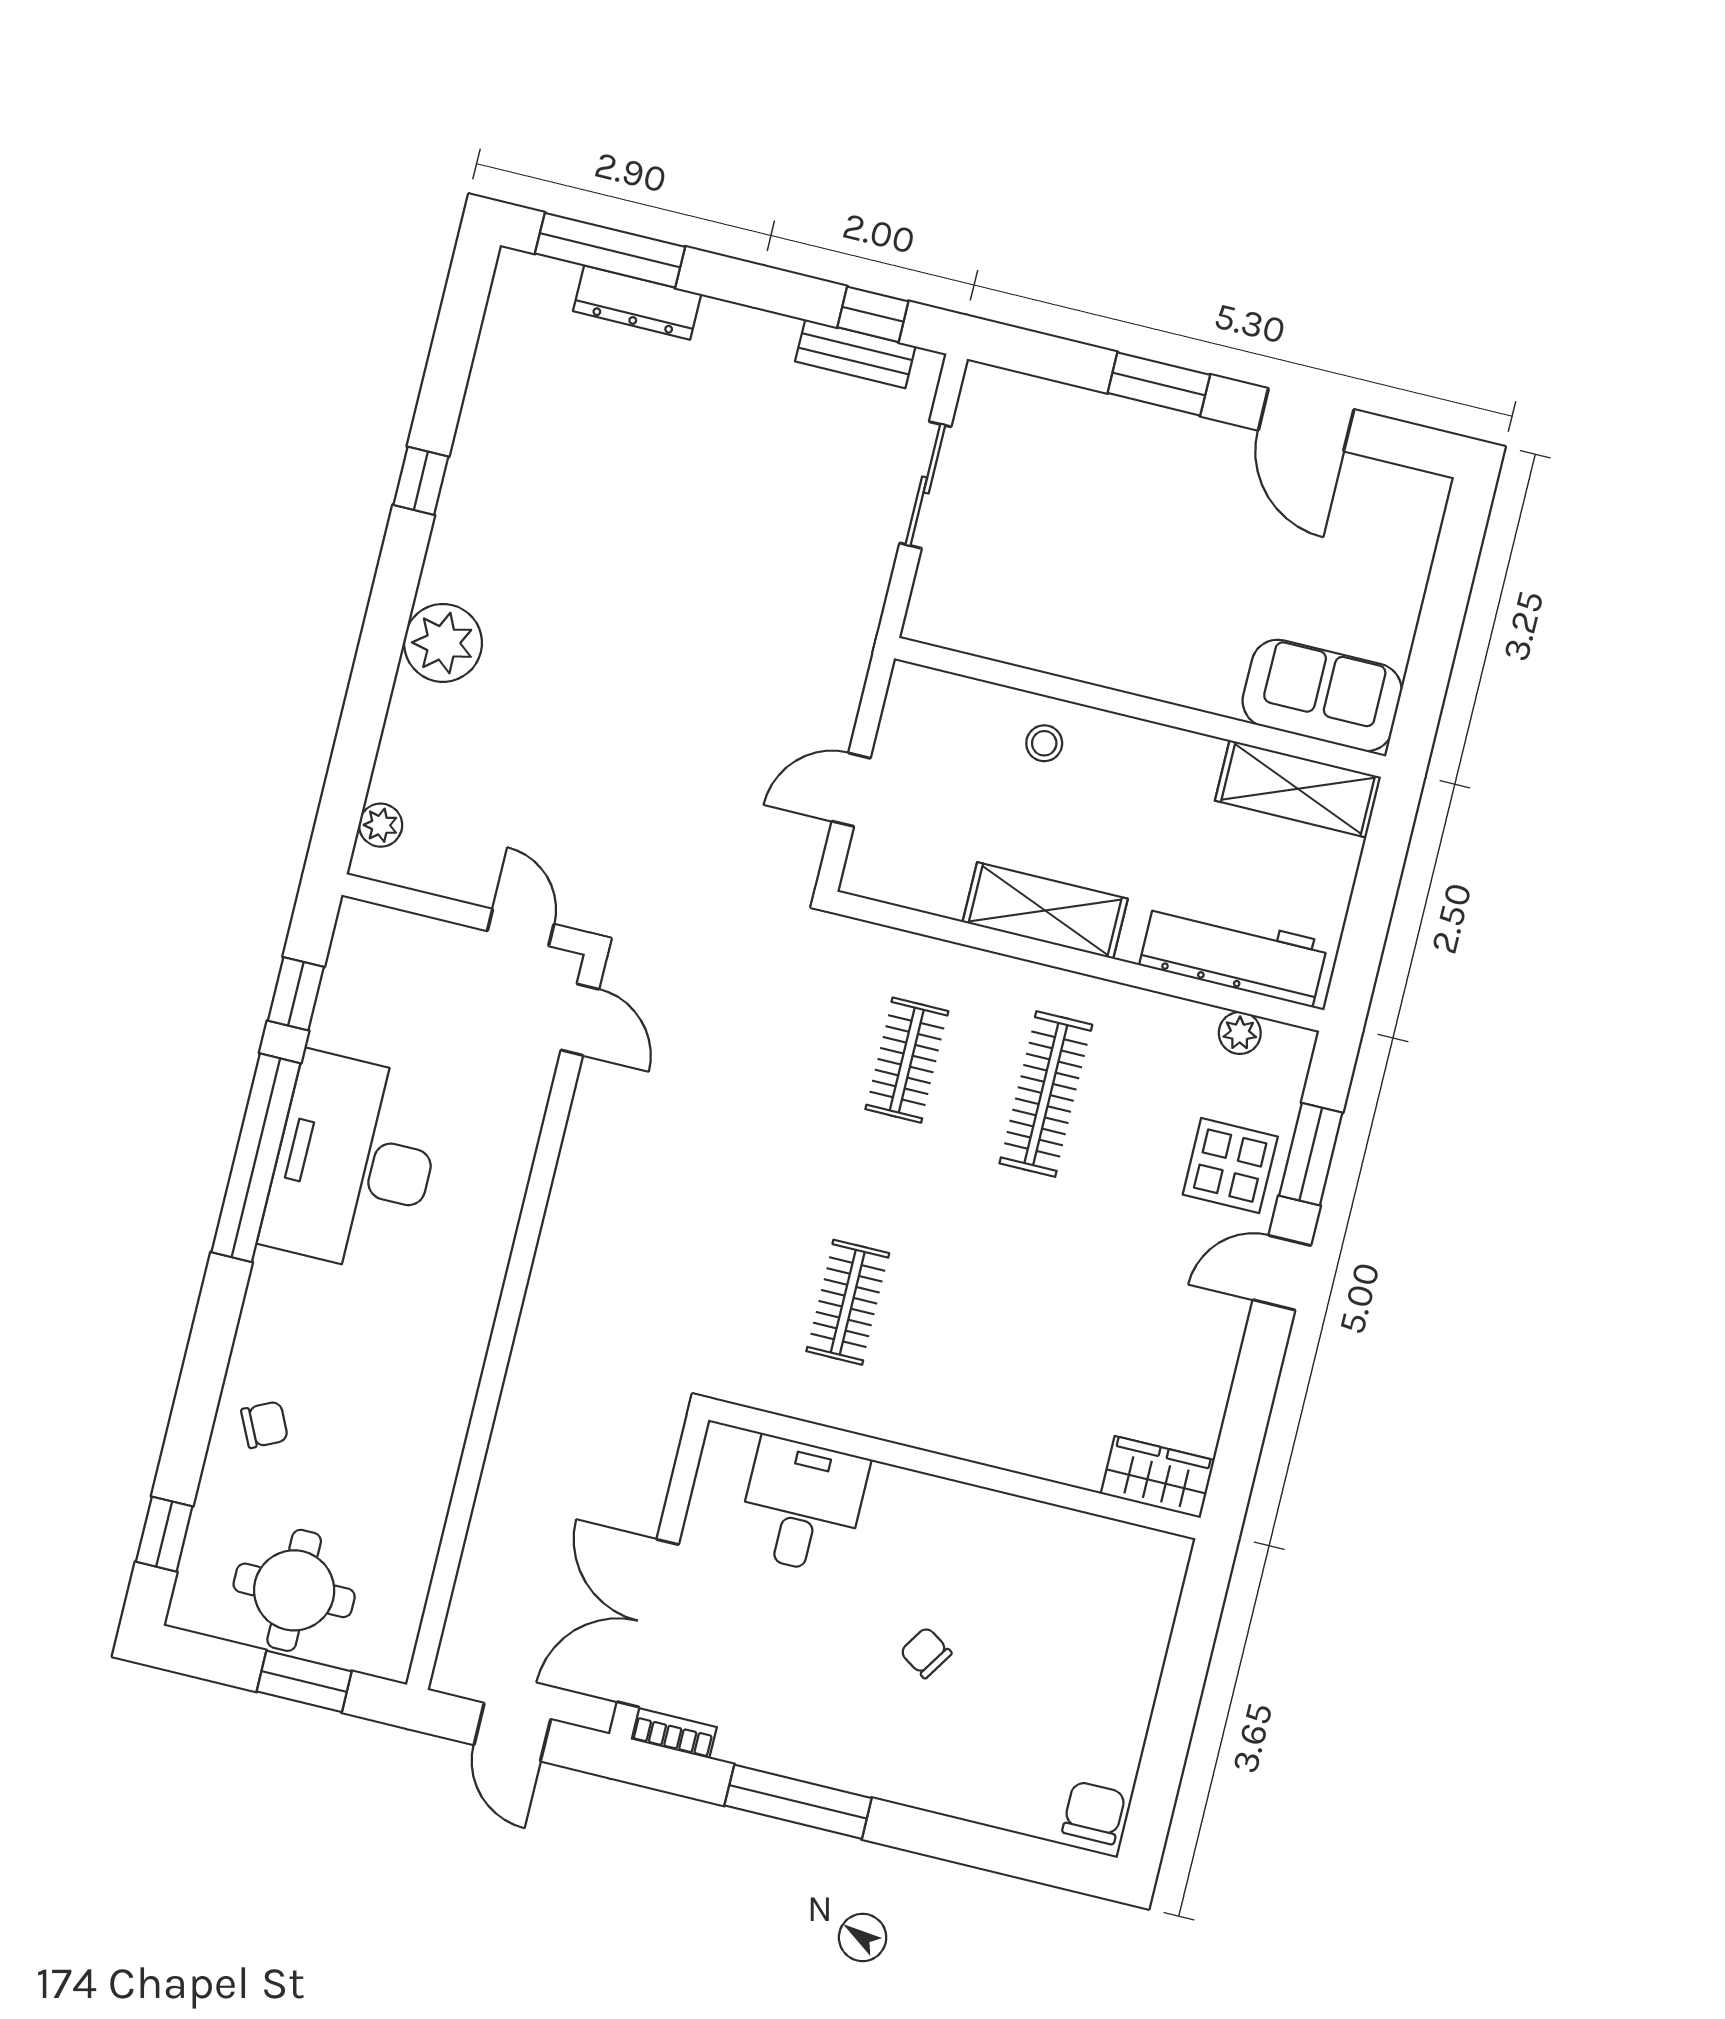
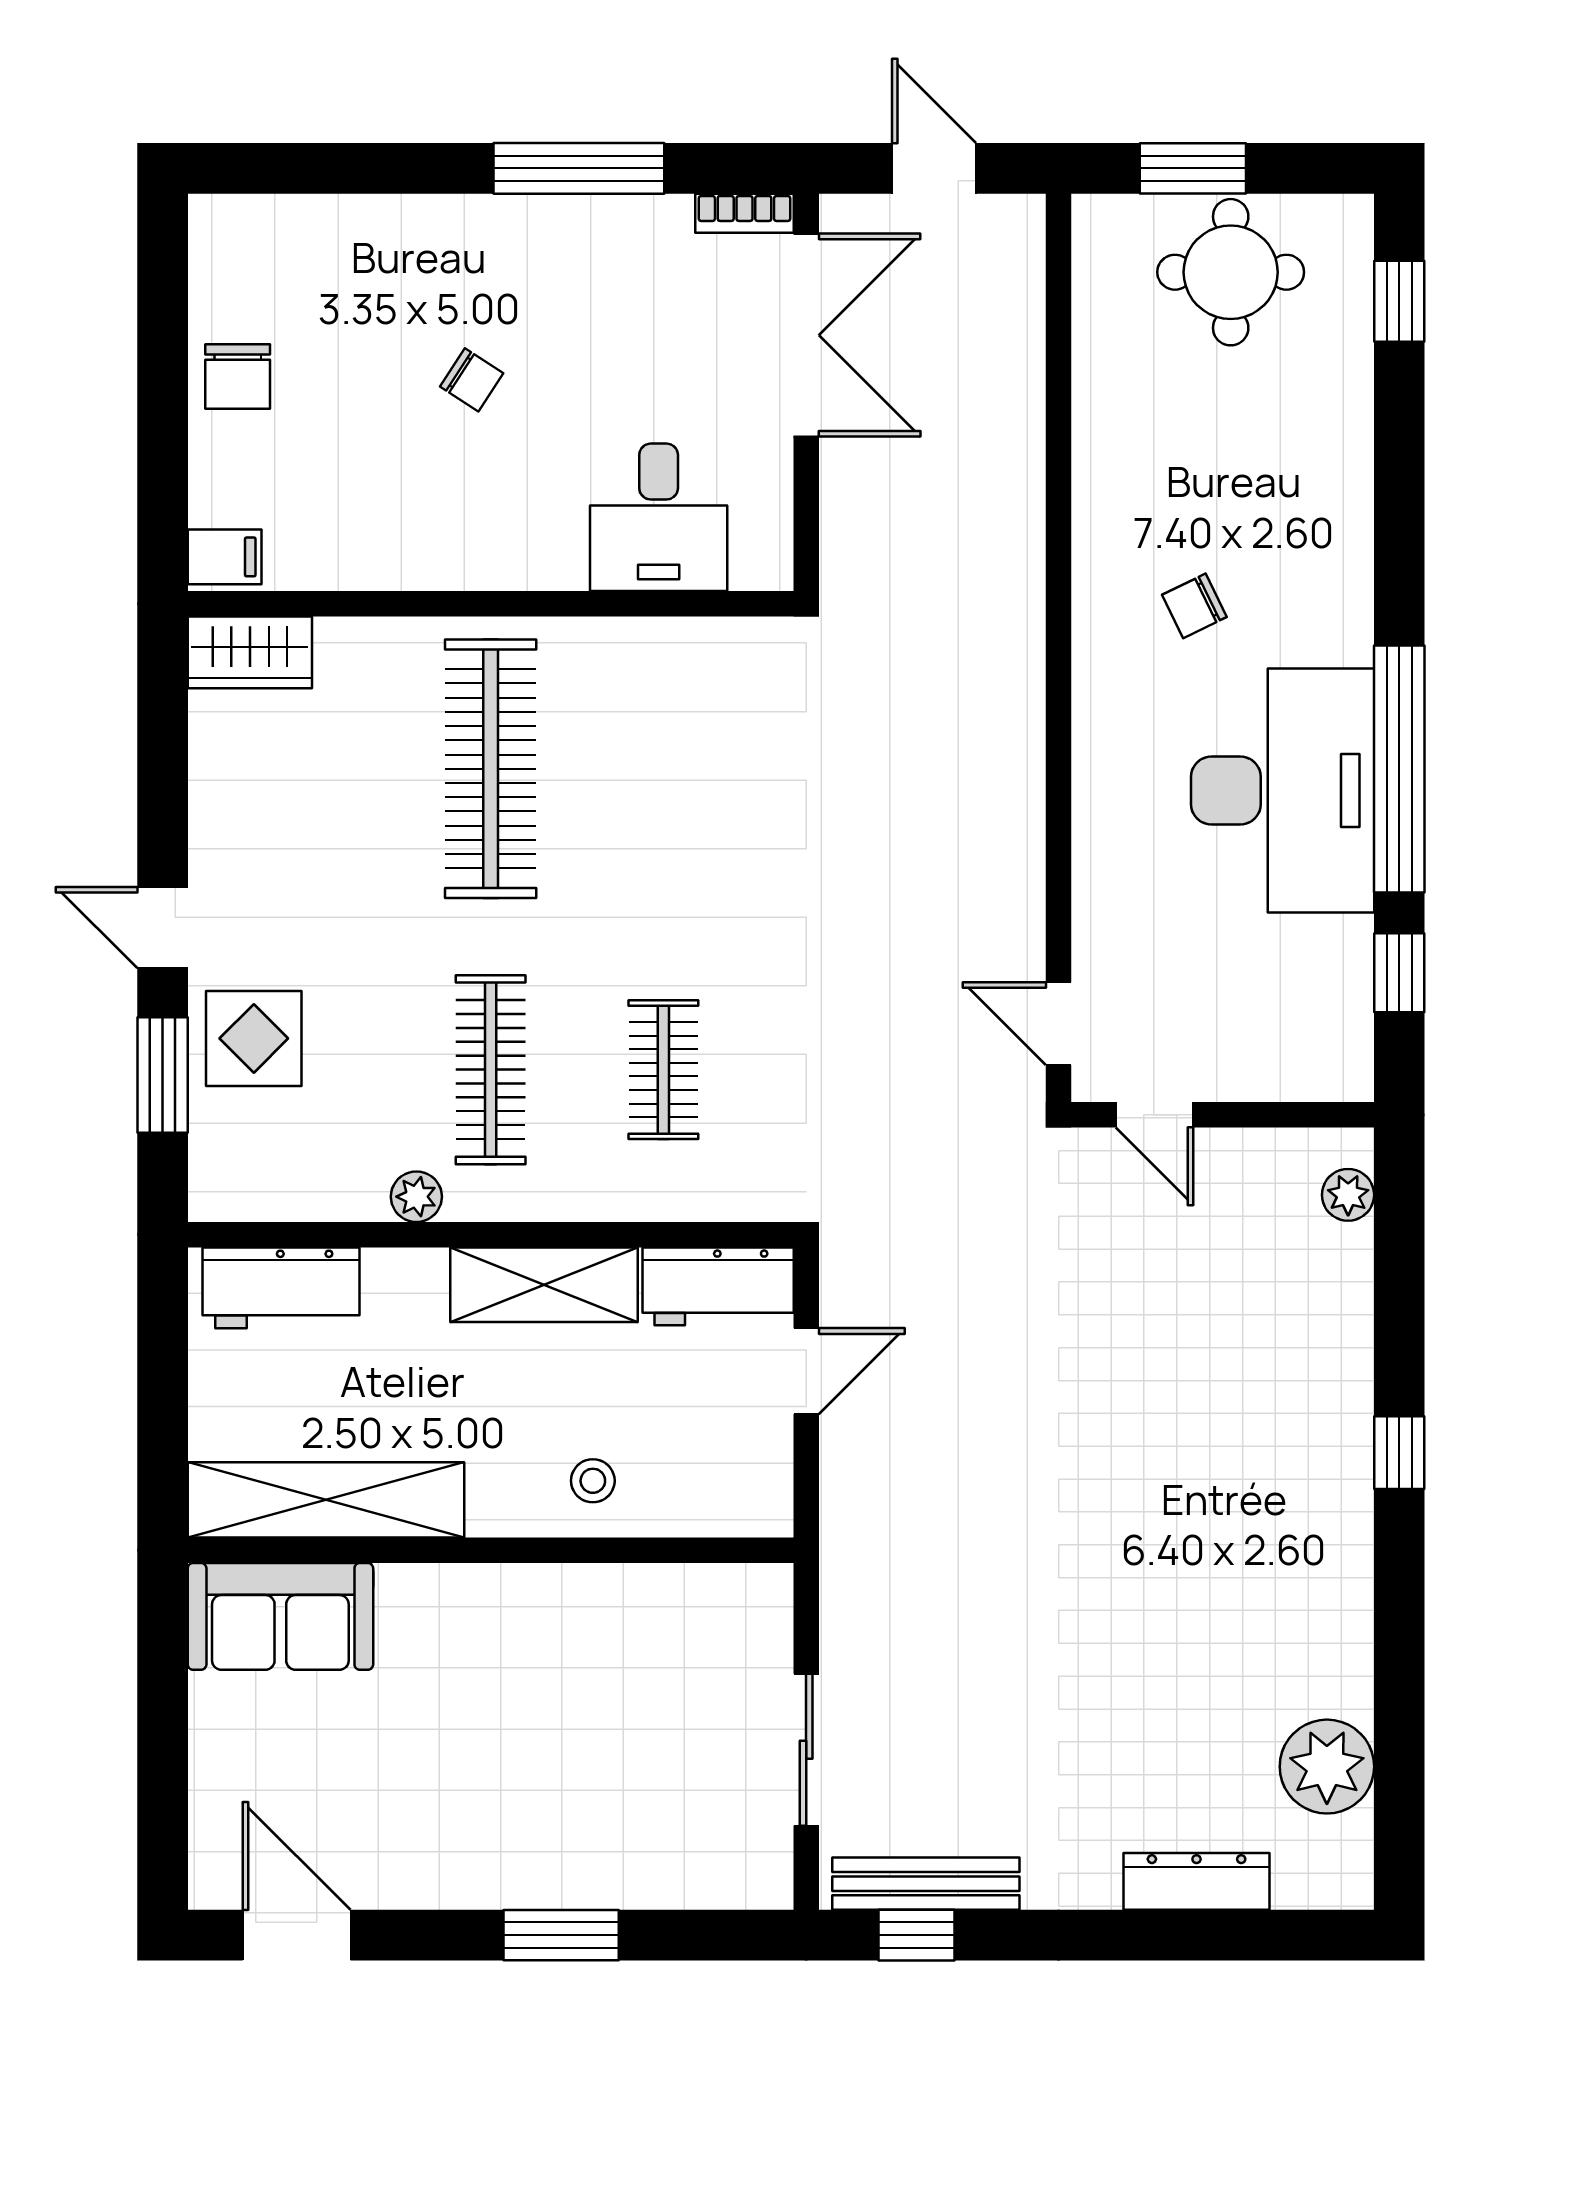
window: (610, 250) -> (1243, 1935), removed
bench: (855, 354) -> (926, 1884), width x1.36
door: (1306, 420) -> (297, 1935), moved
window: (421, 481) -> (1399, 1453), moved
plant: (443, 643) -> (1327, 1767), moved
shelving: (1298, 789) -> (326, 1500), width x1.47
workbench: (905, 875) -> (718, 1286), added
workbench: (1234, 954) -> (281, 1288), width x0.73
plant: (1240, 1033) -> (416, 1197), moved
door: (1282, 1273) -> (163, 928), swing flipped
clothes rail: (848, 1302) -> (491, 769), moved, width x1.86, depth x1.31
chair: (265, 1425) -> (1194, 606), moved
filing cabinet: (1159, 1559) -> (225, 557), added
chair: (1094, 1813) -> (238, 377), moved

